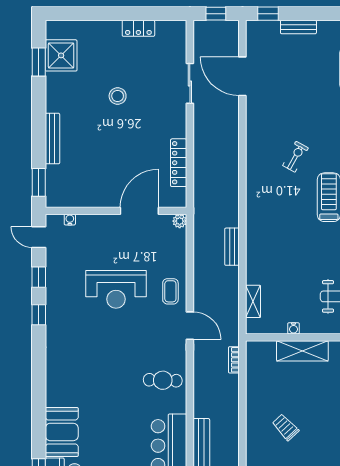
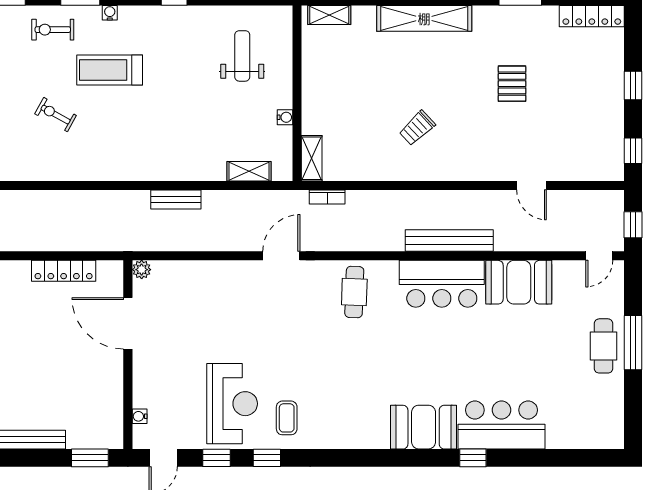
reception desk: (116, 289) -> (232, 404), moved
coffee table: (170, 291) -> (287, 418), moved, turned 90
shelving: (302, 351) -> (312, 158), moved, width x0.67, depth x0.75

